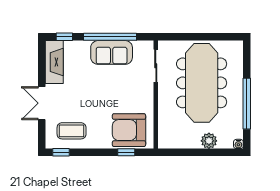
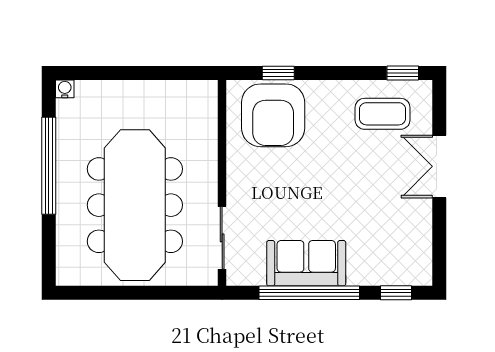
fireplace: (54, 62) -> (415, 245), removed
double door: (42, 103) -> (439, 166), swing flipped
armchair: (129, 130) -> (273, 115), turned 90
plant: (209, 141) -> (121, 95), removed

